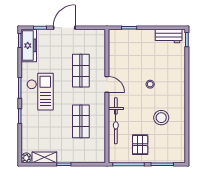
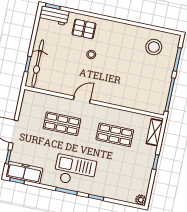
workbench: (169, 36) -> (54, 16), moved, turned 90
stool: (161, 118) -> (154, 47), moved
bicycle: (116, 121) -> (38, 64), moved, turned 90
pallet: (140, 145) -> (84, 29), moved
shelving: (44, 157) -> (154, 132), moved

